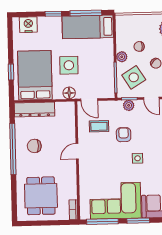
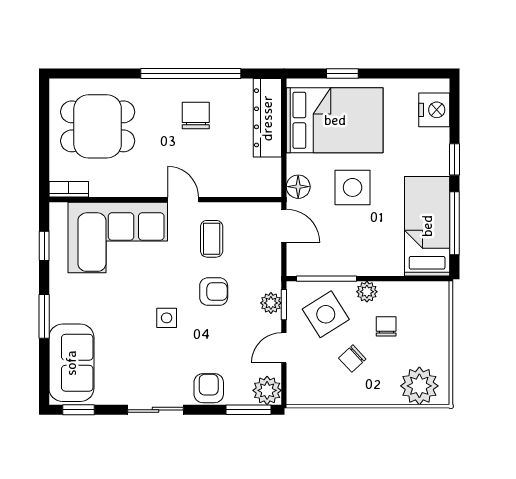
door: (89, 100) -> (284, 226), swing flipped
coffee table: (99, 126) -> (212, 239), moved
corner sofa: (115, 201) -> (118, 237), moved, turned 90
window: (102, 222) -> (44, 246), width x0.46

